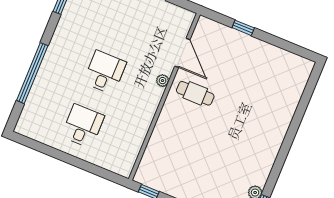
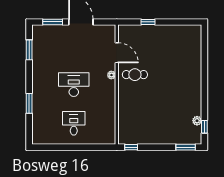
desk: (105, 72) -> (74, 85), width x1.37
window: (32, 73) -> (29, 103), width x0.47

